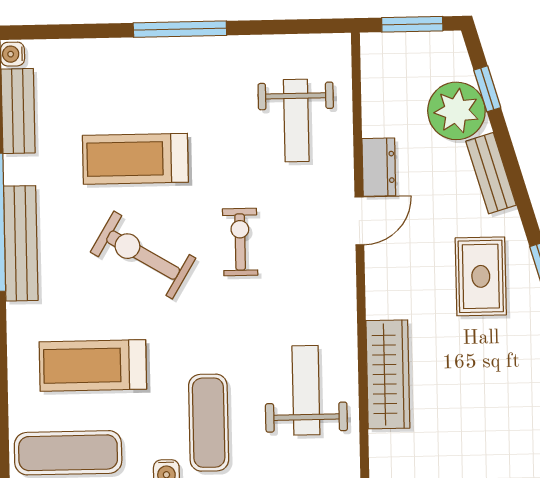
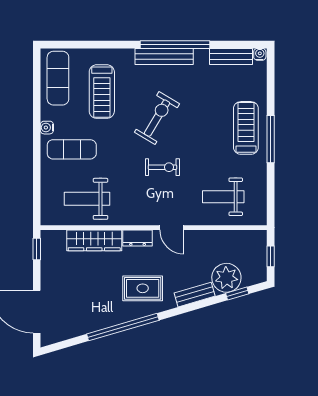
window: (412, 24) -> (271, 256), width x0.67
treadmill: (135, 159) -> (246, 128), moved
dresser: (379, 167) -> (138, 238), moved
treadmill: (93, 365) -> (102, 92), turned 180
weight bench: (306, 390) -> (87, 199), turned 180

